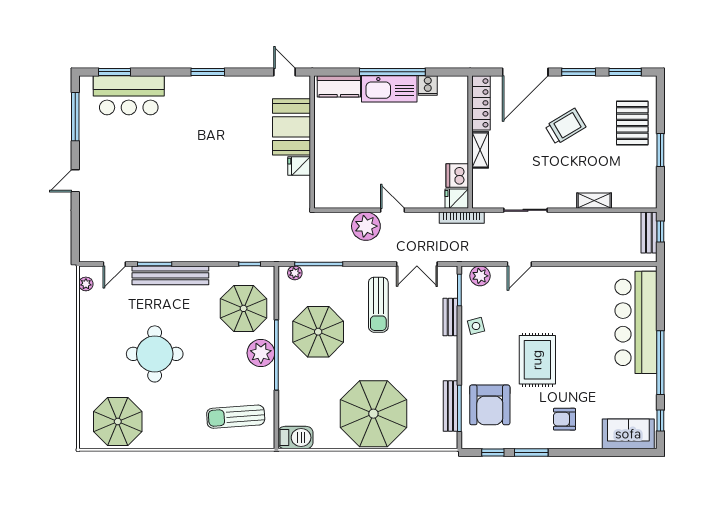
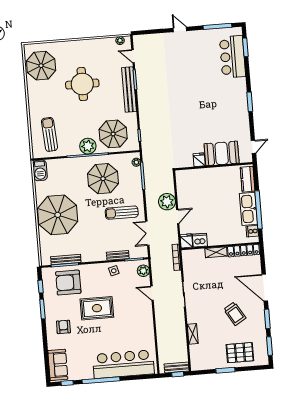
locker: (481, 103) -> (244, 251), moved
wall: (470, 142) -> (220, 246), moved
shelving: (480, 150) -> (216, 252), moved
dishwasher: (457, 176) -> (200, 240), moved
fridge: (457, 199) -> (186, 241), moved

